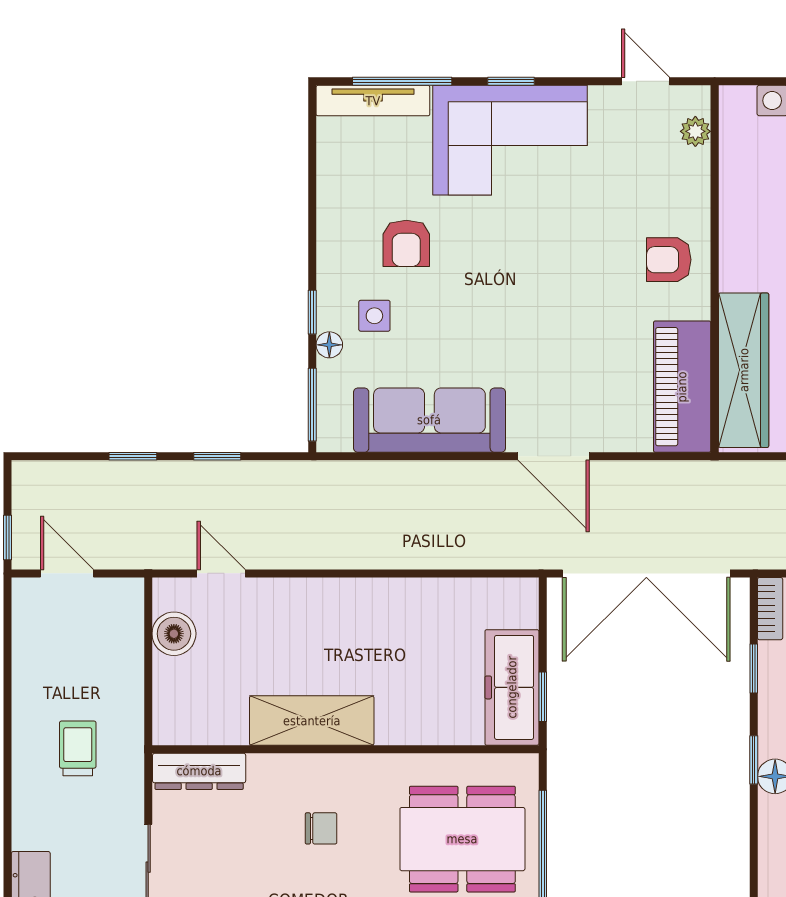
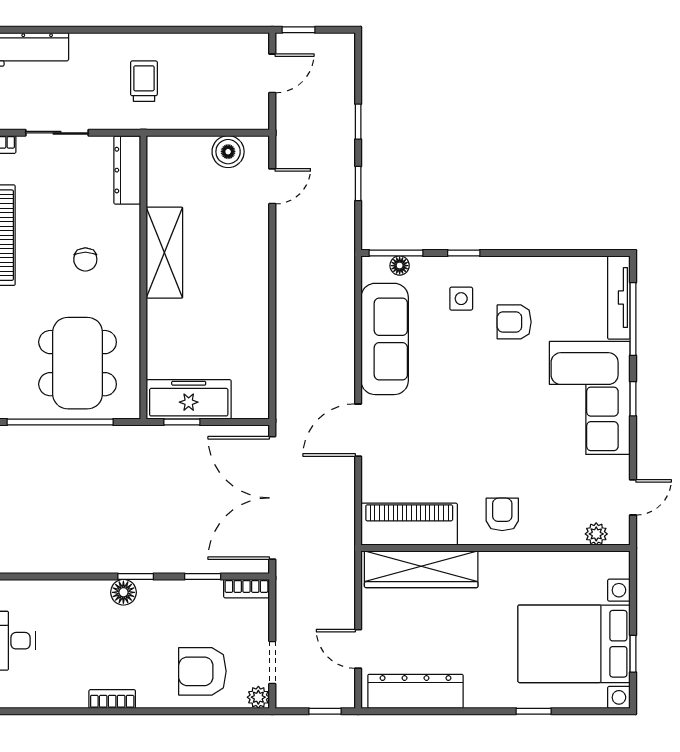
floor lamp: (329, 345) -> (400, 266), moved
trolley: (78, 748) -> (144, 81), turned -90

